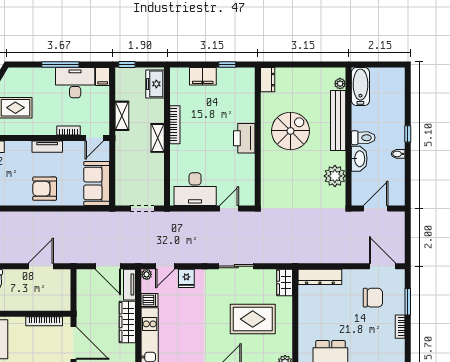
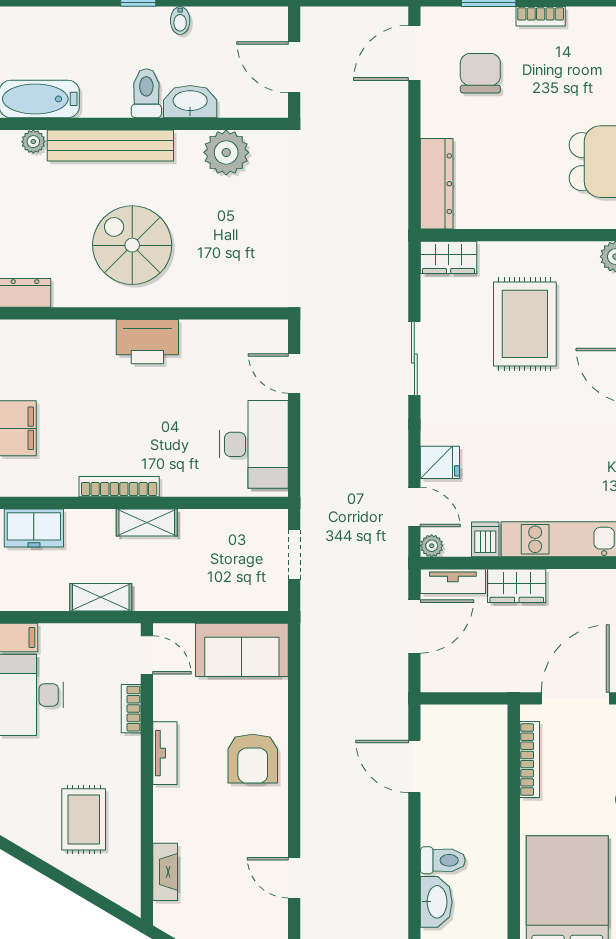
wardrobe: (127, 322) -> (517, 586), width x0.67

